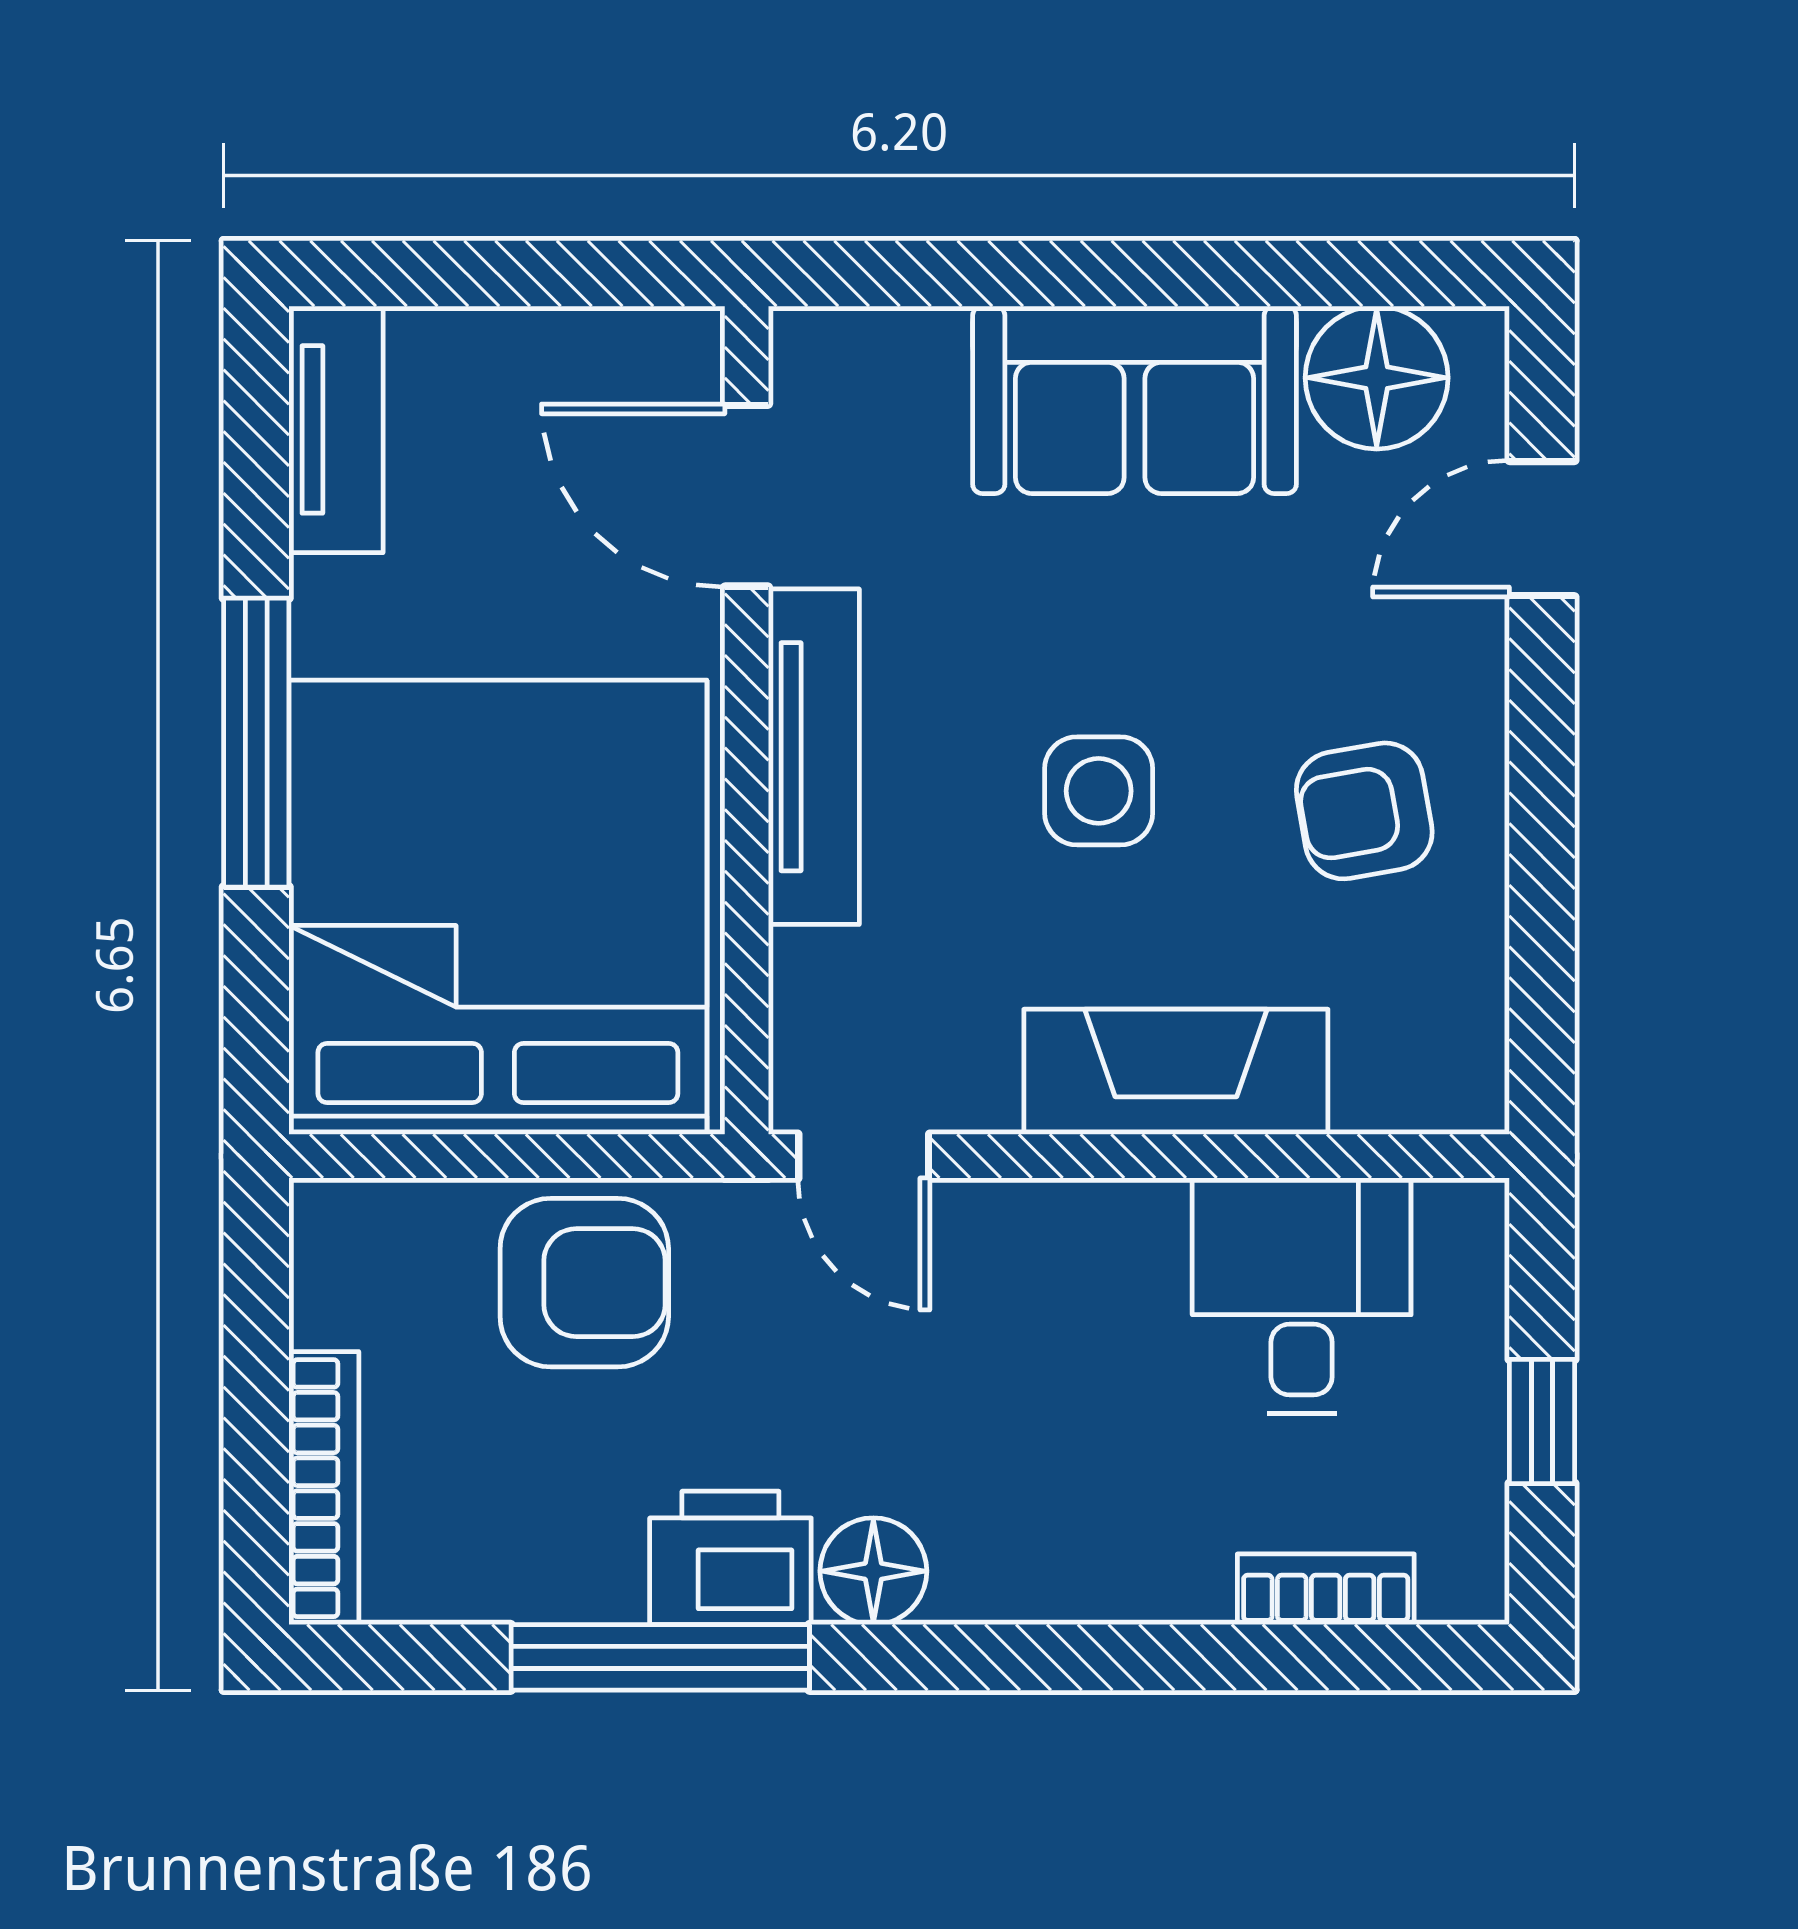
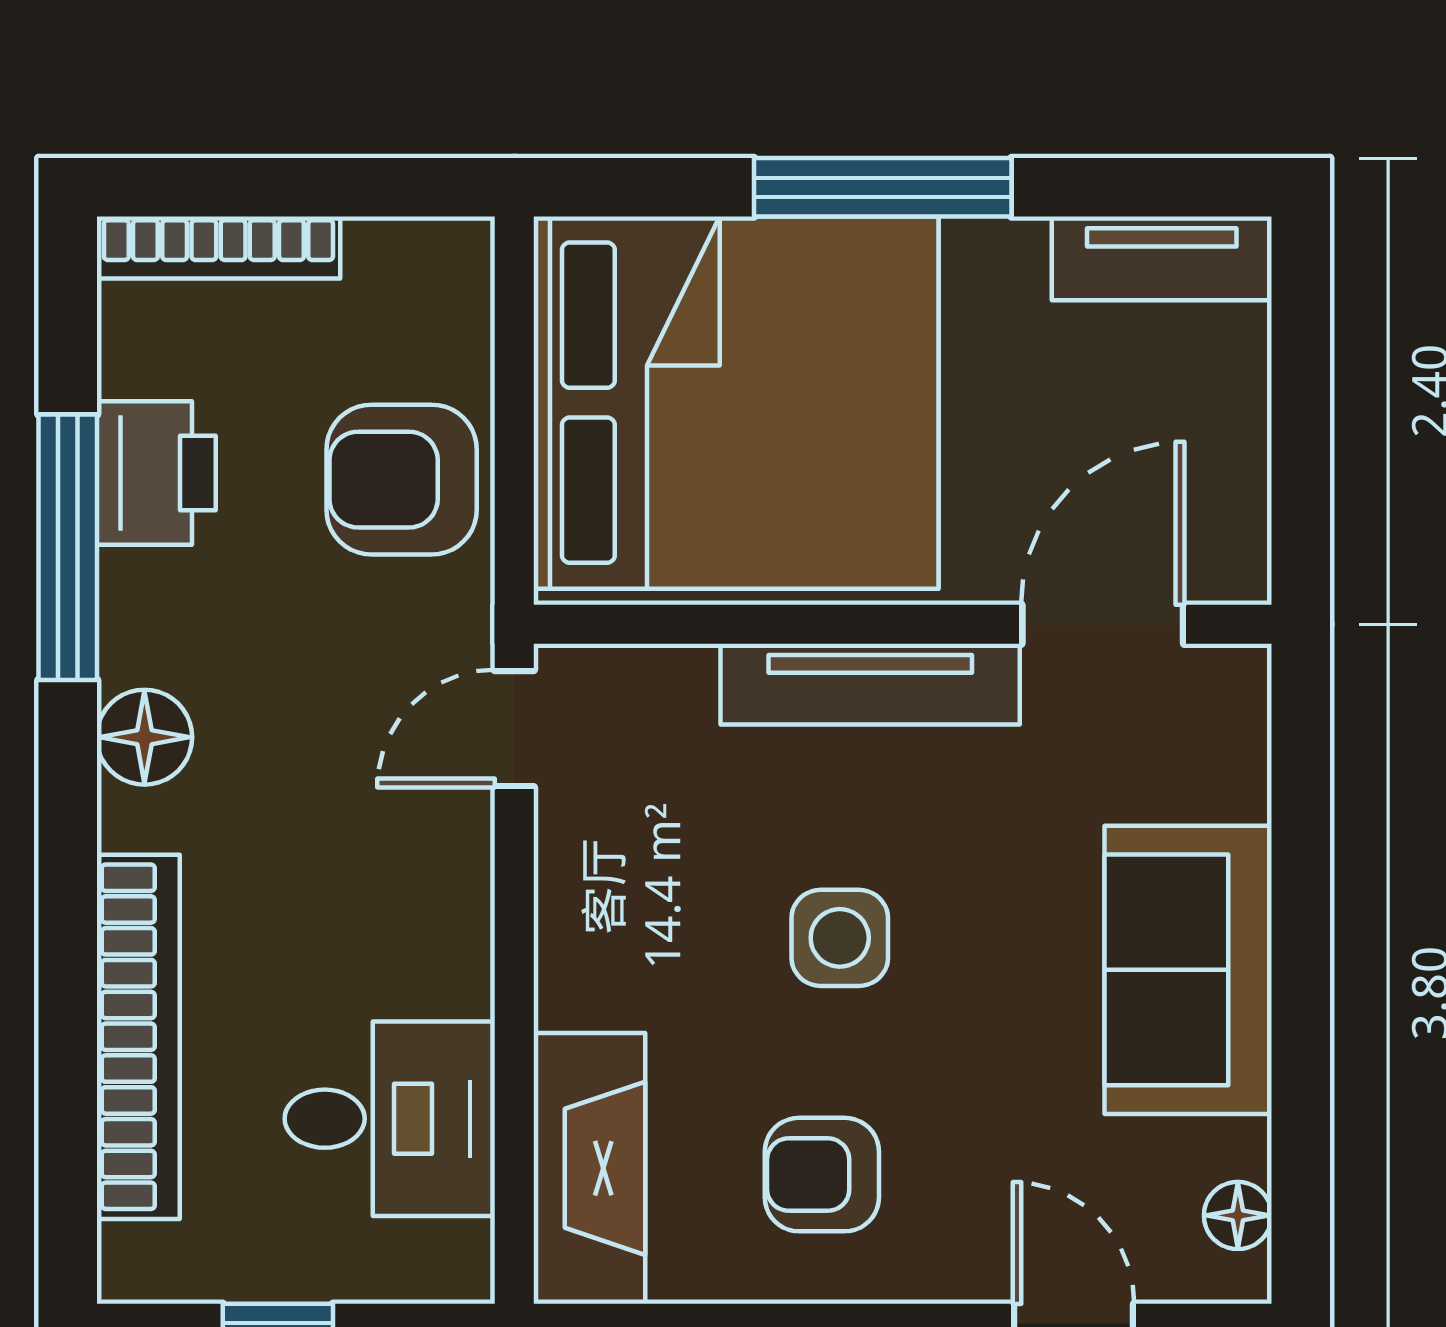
floor lamp: (1377, 378) -> (1238, 1215), width x0.53, depth x0.53
armchair: (1364, 811) -> (822, 1175), turned -80
fireplace: (1176, 1072) -> (589, 1168), moved
armchair: (584, 1283) -> (402, 480), turned 90
printer: (730, 1558) -> (156, 473), moved
bookcase: (1326, 1589) -> (138, 1037), width x2.31, depth x1.31

